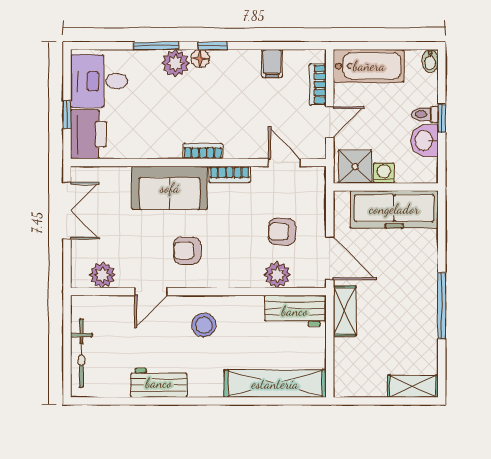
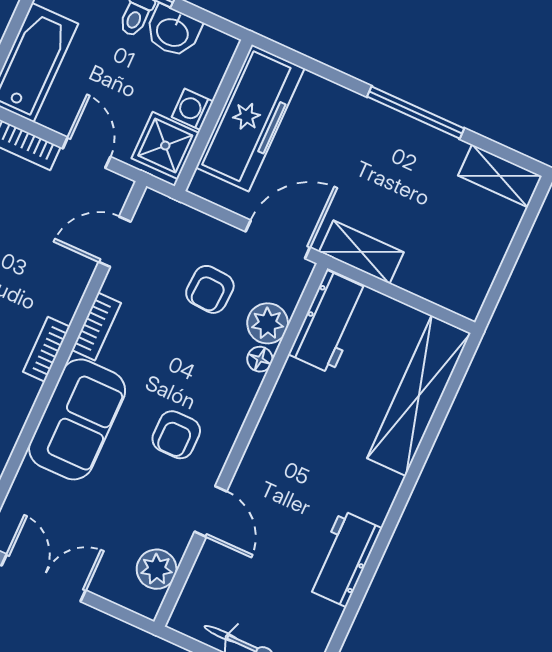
floor lamp: (254, 280) -> (260, 359), added
stool: (204, 325) -> (291, 459), removed
shelving: (413, 386) -> (500, 176), moved, turned 90

